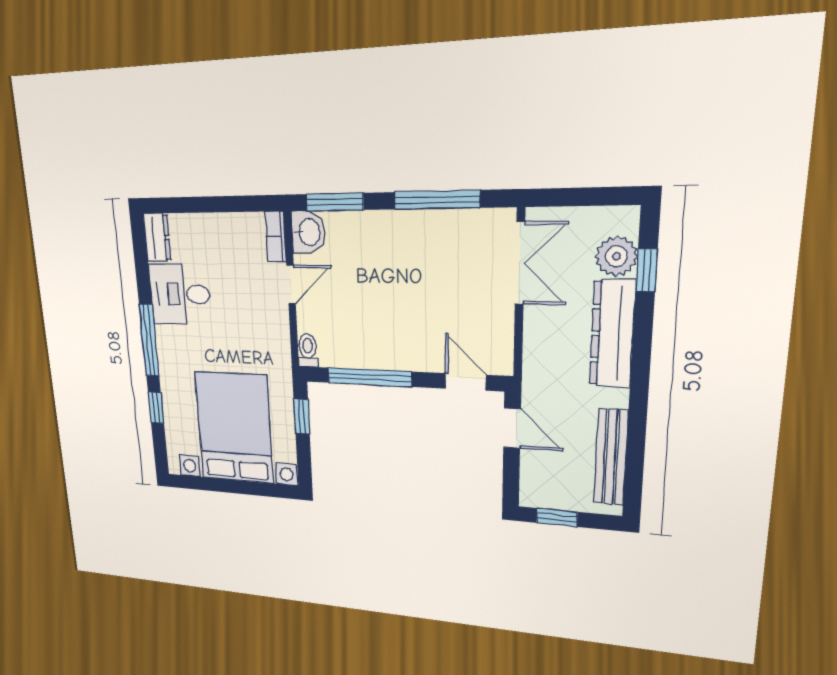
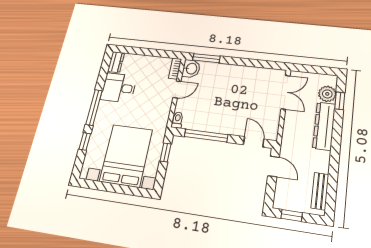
window: (437, 200) -> (252, 63), removed
bench: (611, 457) -> (320, 191), width x0.73

